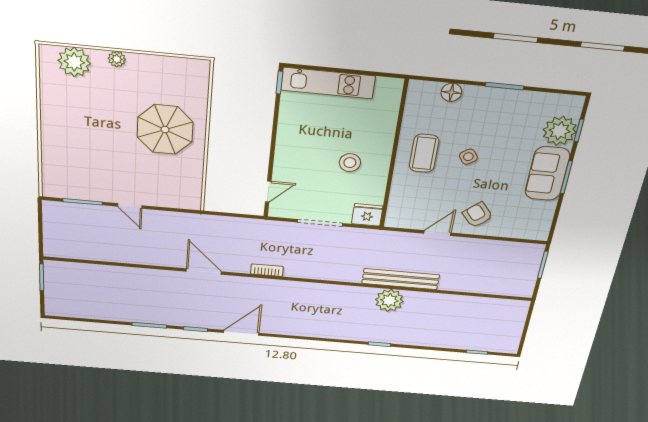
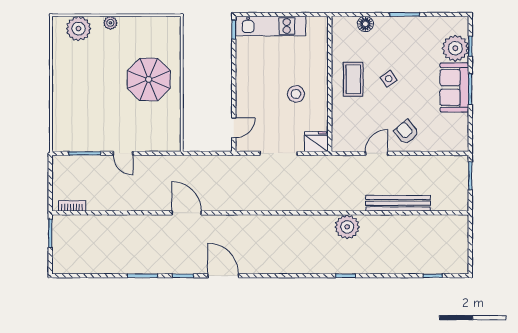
bookcase: (267, 270) -> (72, 206), moved
bench: (401, 279) -> (398, 203), moved
door: (241, 333) -> (223, 276), hinge flipped

